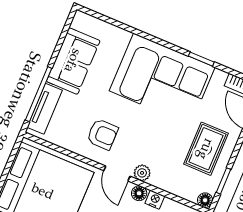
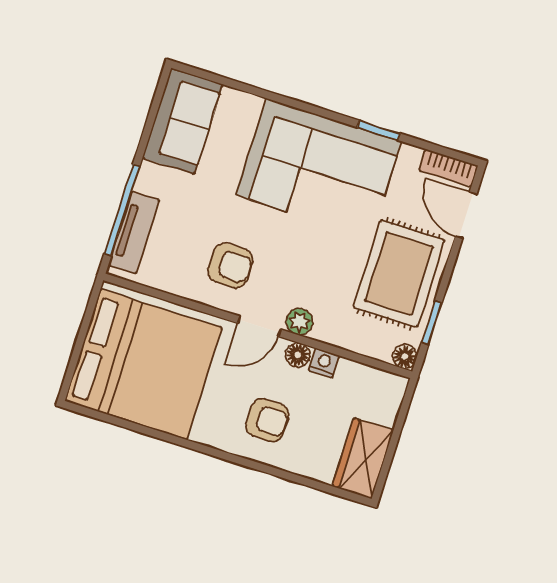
sofa: (73, 61) -> (183, 121), moved
rug: (206, 149) -> (399, 274), width x1.36, depth x1.43
door: (117, 173) -> (259, 326), hinge flipped

